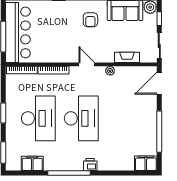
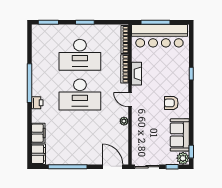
fireplace: (127, 57) -> (136, 74), moved
door: (87, 64) -> (130, 100), swing flipped
filing cabinet: (32, 163) -> (38, 133), moved

